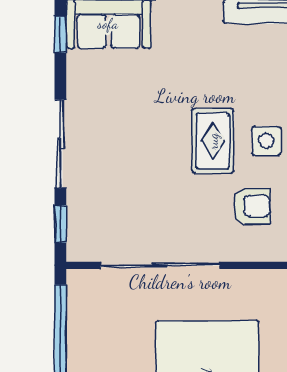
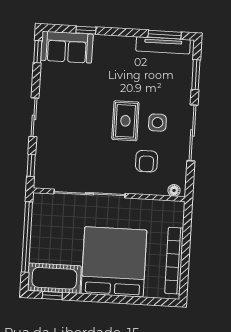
sliding door: (60, 144) -> (34, 117), width x0.73
armchair: (252, 206) -> (147, 161), turned 90

